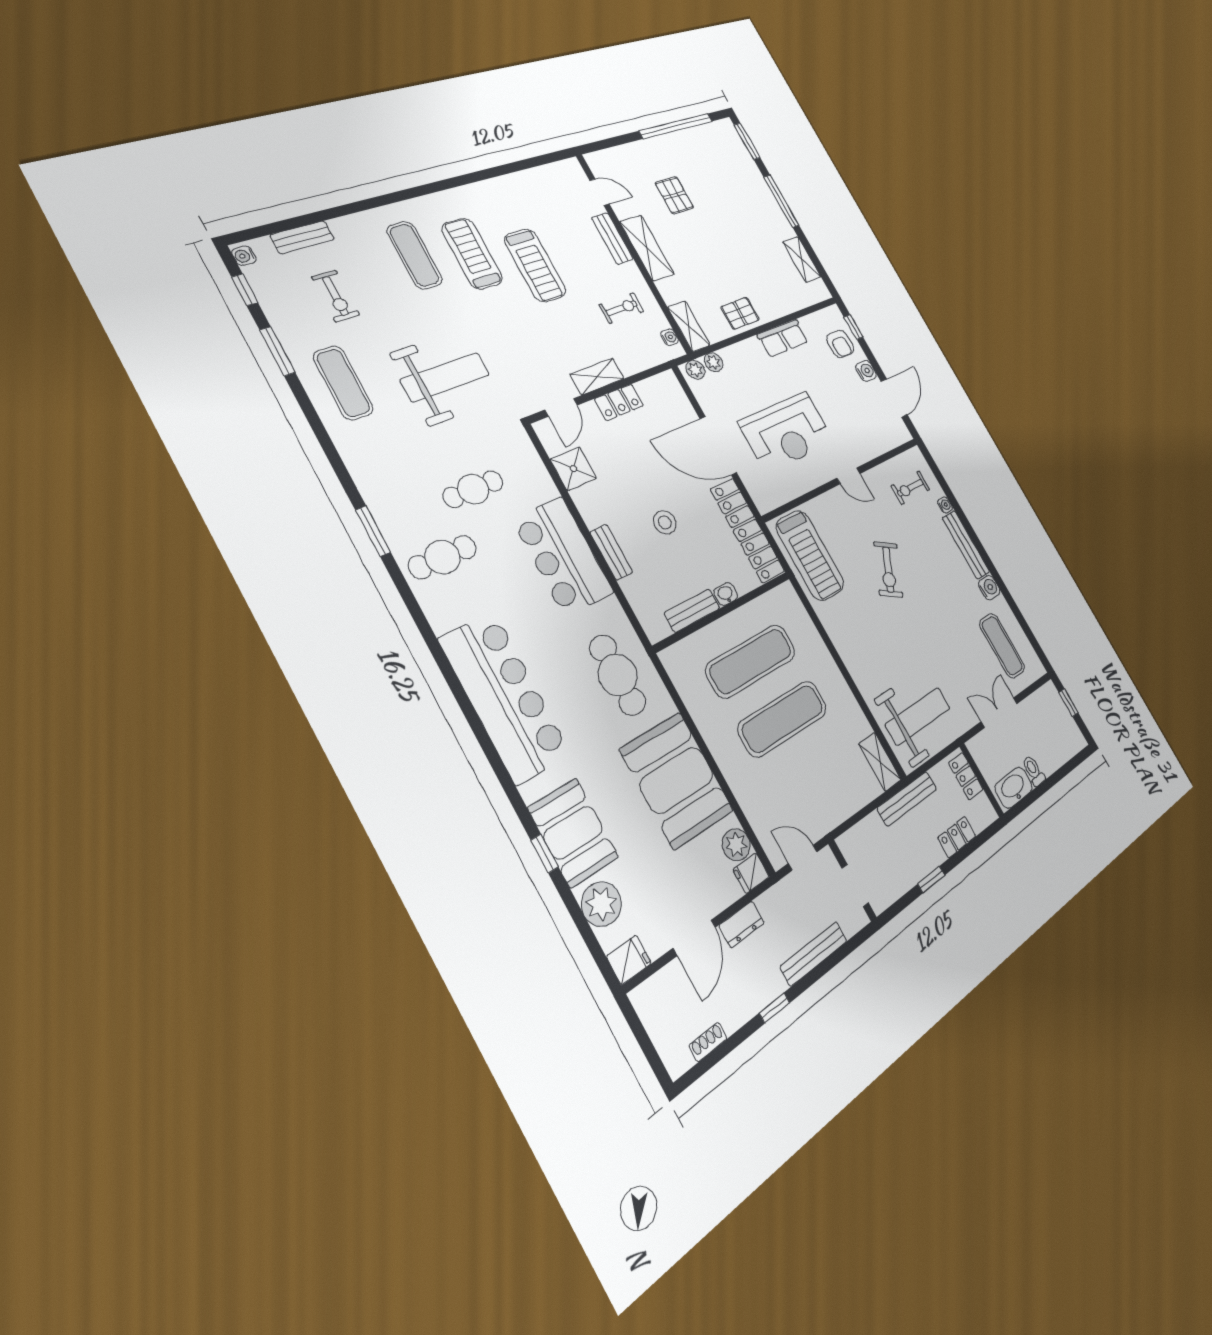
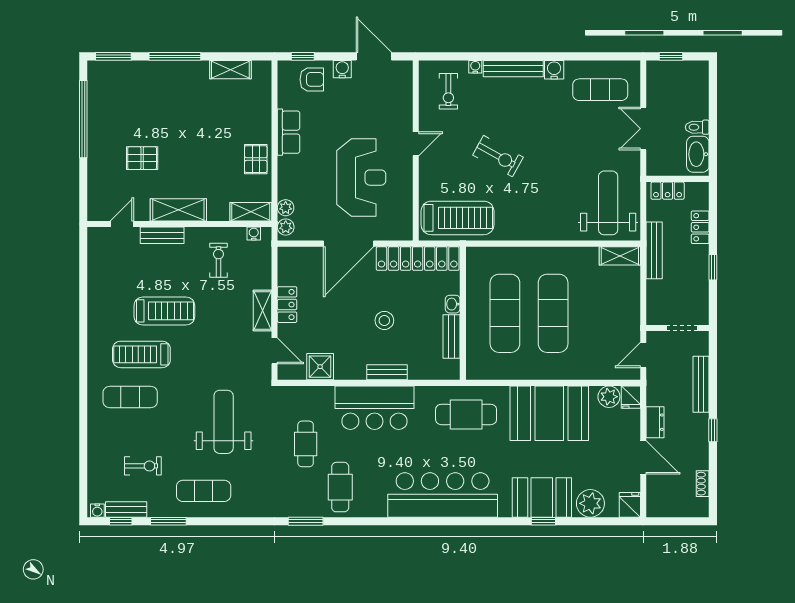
bench: (302, 237) -> (126, 509), moved, turned 90

